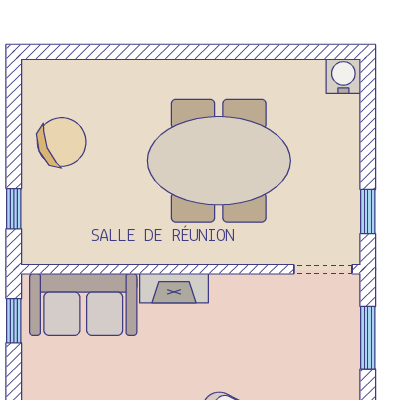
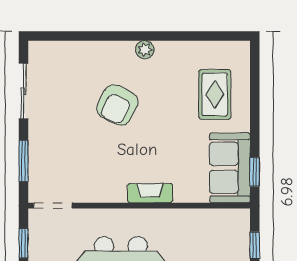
sofa: (83, 304) -> (230, 168), moved, turned -90

